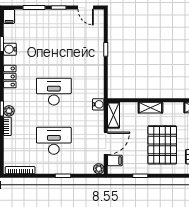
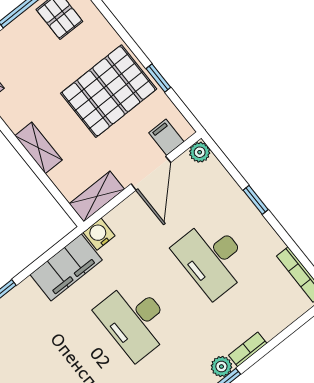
filing cabinet: (95, 81) -> (66, 267), added
door: (106, 143) -> (151, 173), swing flipped
pallet: (162, 145) -> (109, 91), moved

